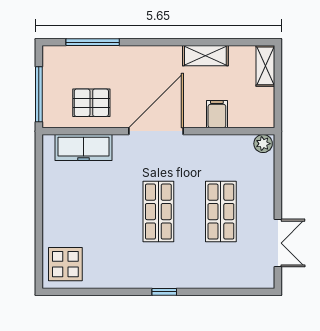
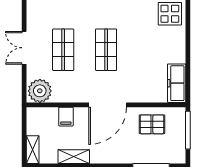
plant: (263, 144) -> (40, 91), width x1.87, depth x1.87
freezer: (84, 148) -> (177, 83), moved, turned -90
double door: (278, 243) -> (24, 48), moved

